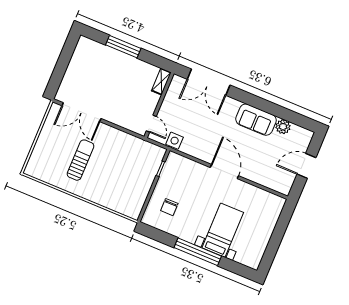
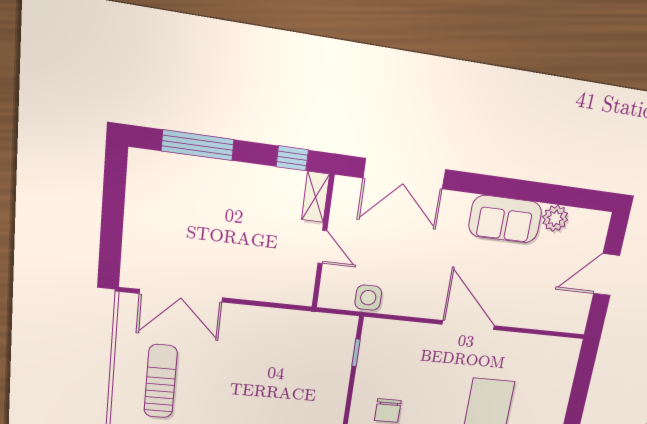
window: (123, 47) -> (198, 145), moved
window: (155, 60) -> (292, 158), added
door: (151, 124) -> (322, 247), moved
sun lounger: (80, 160) -> (161, 381), moved

